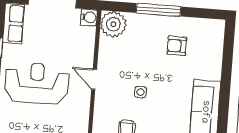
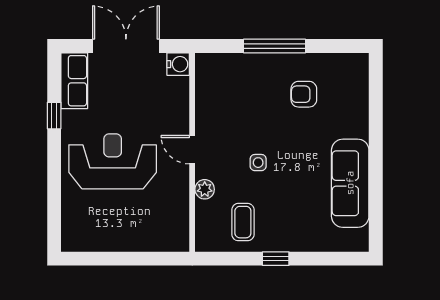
plant: (113, 24) -> (205, 189), moved, width x0.53, depth x0.53

